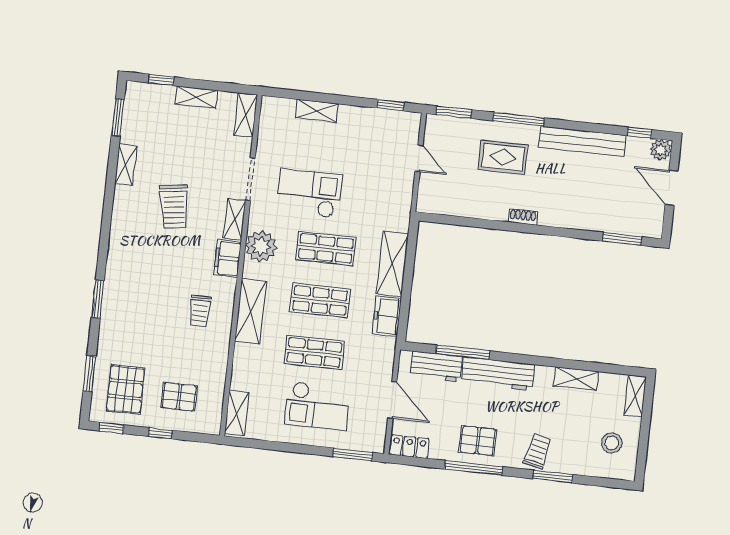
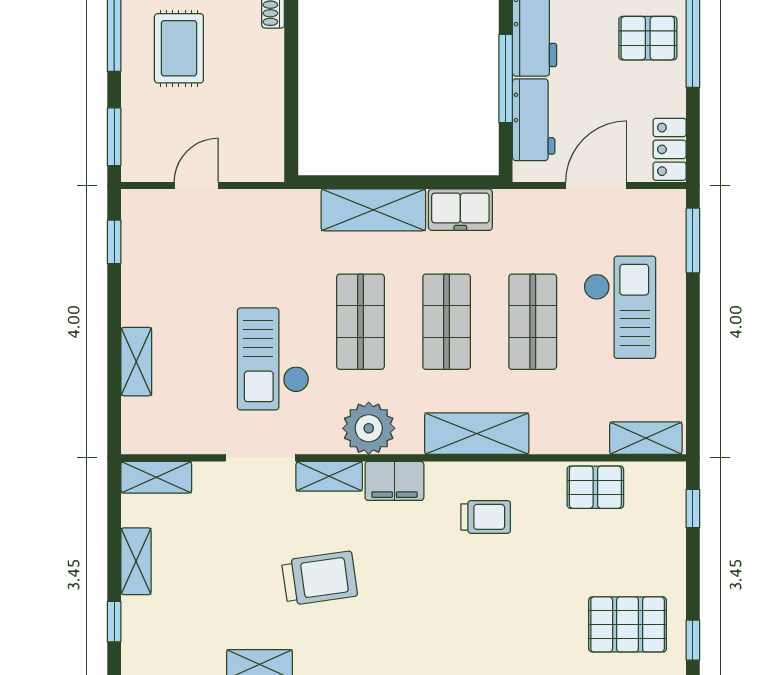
pallet: (179, 397) -> (595, 487), moved, turned 90
window: (160, 433) -> (693, 509), moved
pallet: (478, 441) -> (648, 38), turned 90

